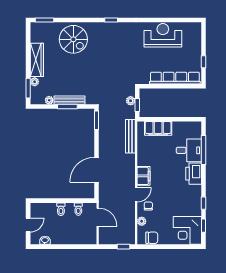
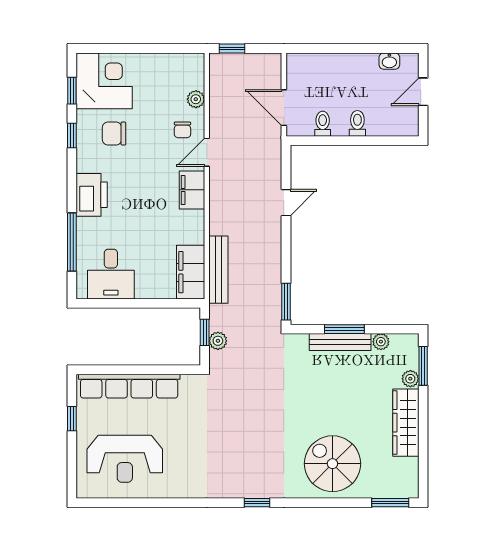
reception desk: (163, 35) -> (125, 459), moved
filing cabinet: (158, 128) -> (191, 272), moved, turned -90
desk: (189, 150) -> (111, 274), moved, turned -90
door: (97, 170) -> (286, 203), width x0.53
chair: (152, 238) -> (114, 134), moved

